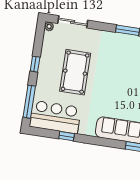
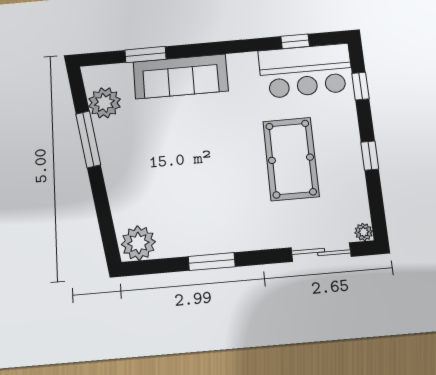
window: (29, 102) -> (360, 86), width x0.46
window: (67, 136) -> (295, 41), moved

